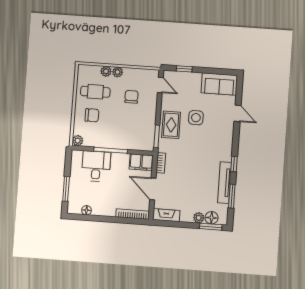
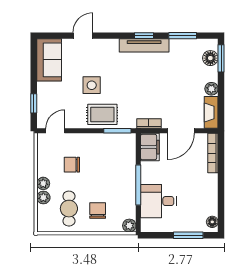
tv unit: (225, 183) -> (144, 45), moved
floor lamp: (86, 210) -> (212, 222), moved
plant: (199, 218) -> (211, 89), moved

